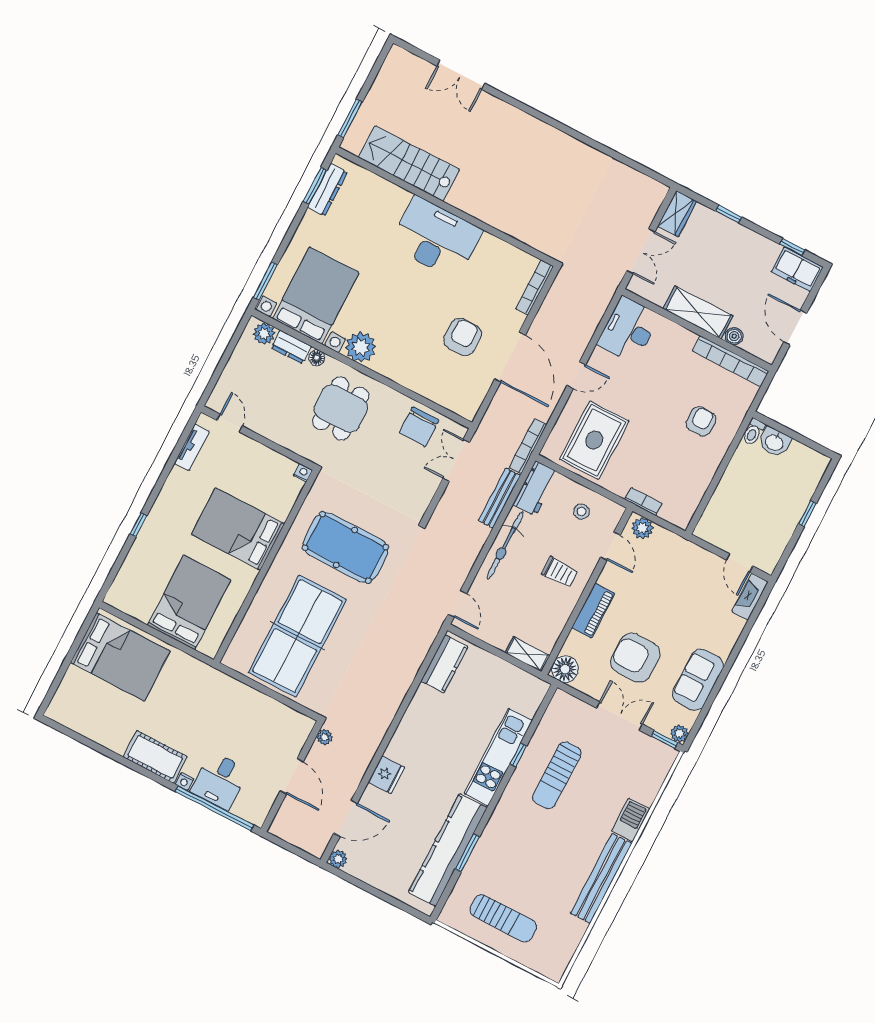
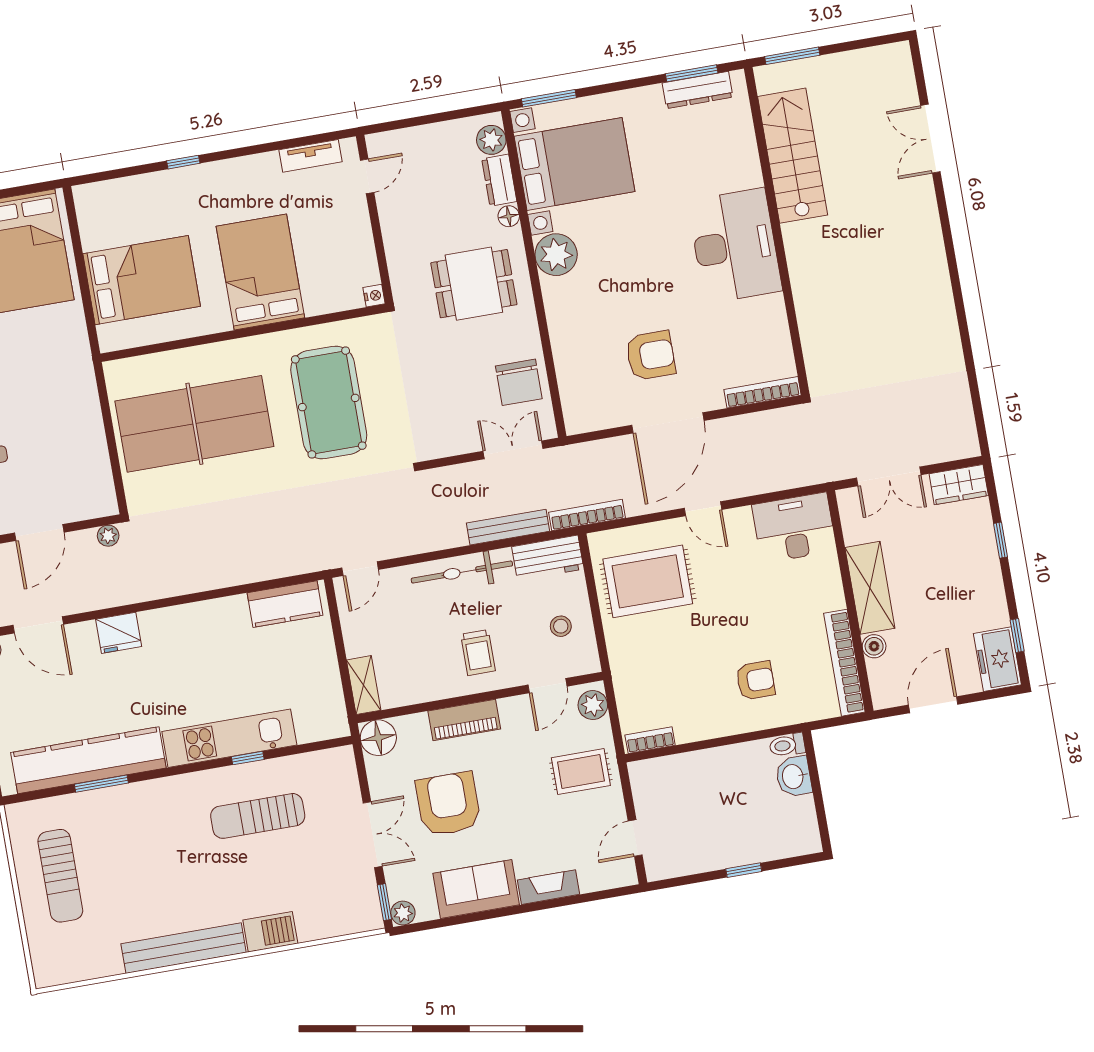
chair: (419, 427) -> (519, 382), turned -90
bookcase: (643, 502) -> (650, 740), moved, turned -90
rug: (676, 565) -> (581, 772), added
fireplace: (750, 597) -> (549, 887), moved

